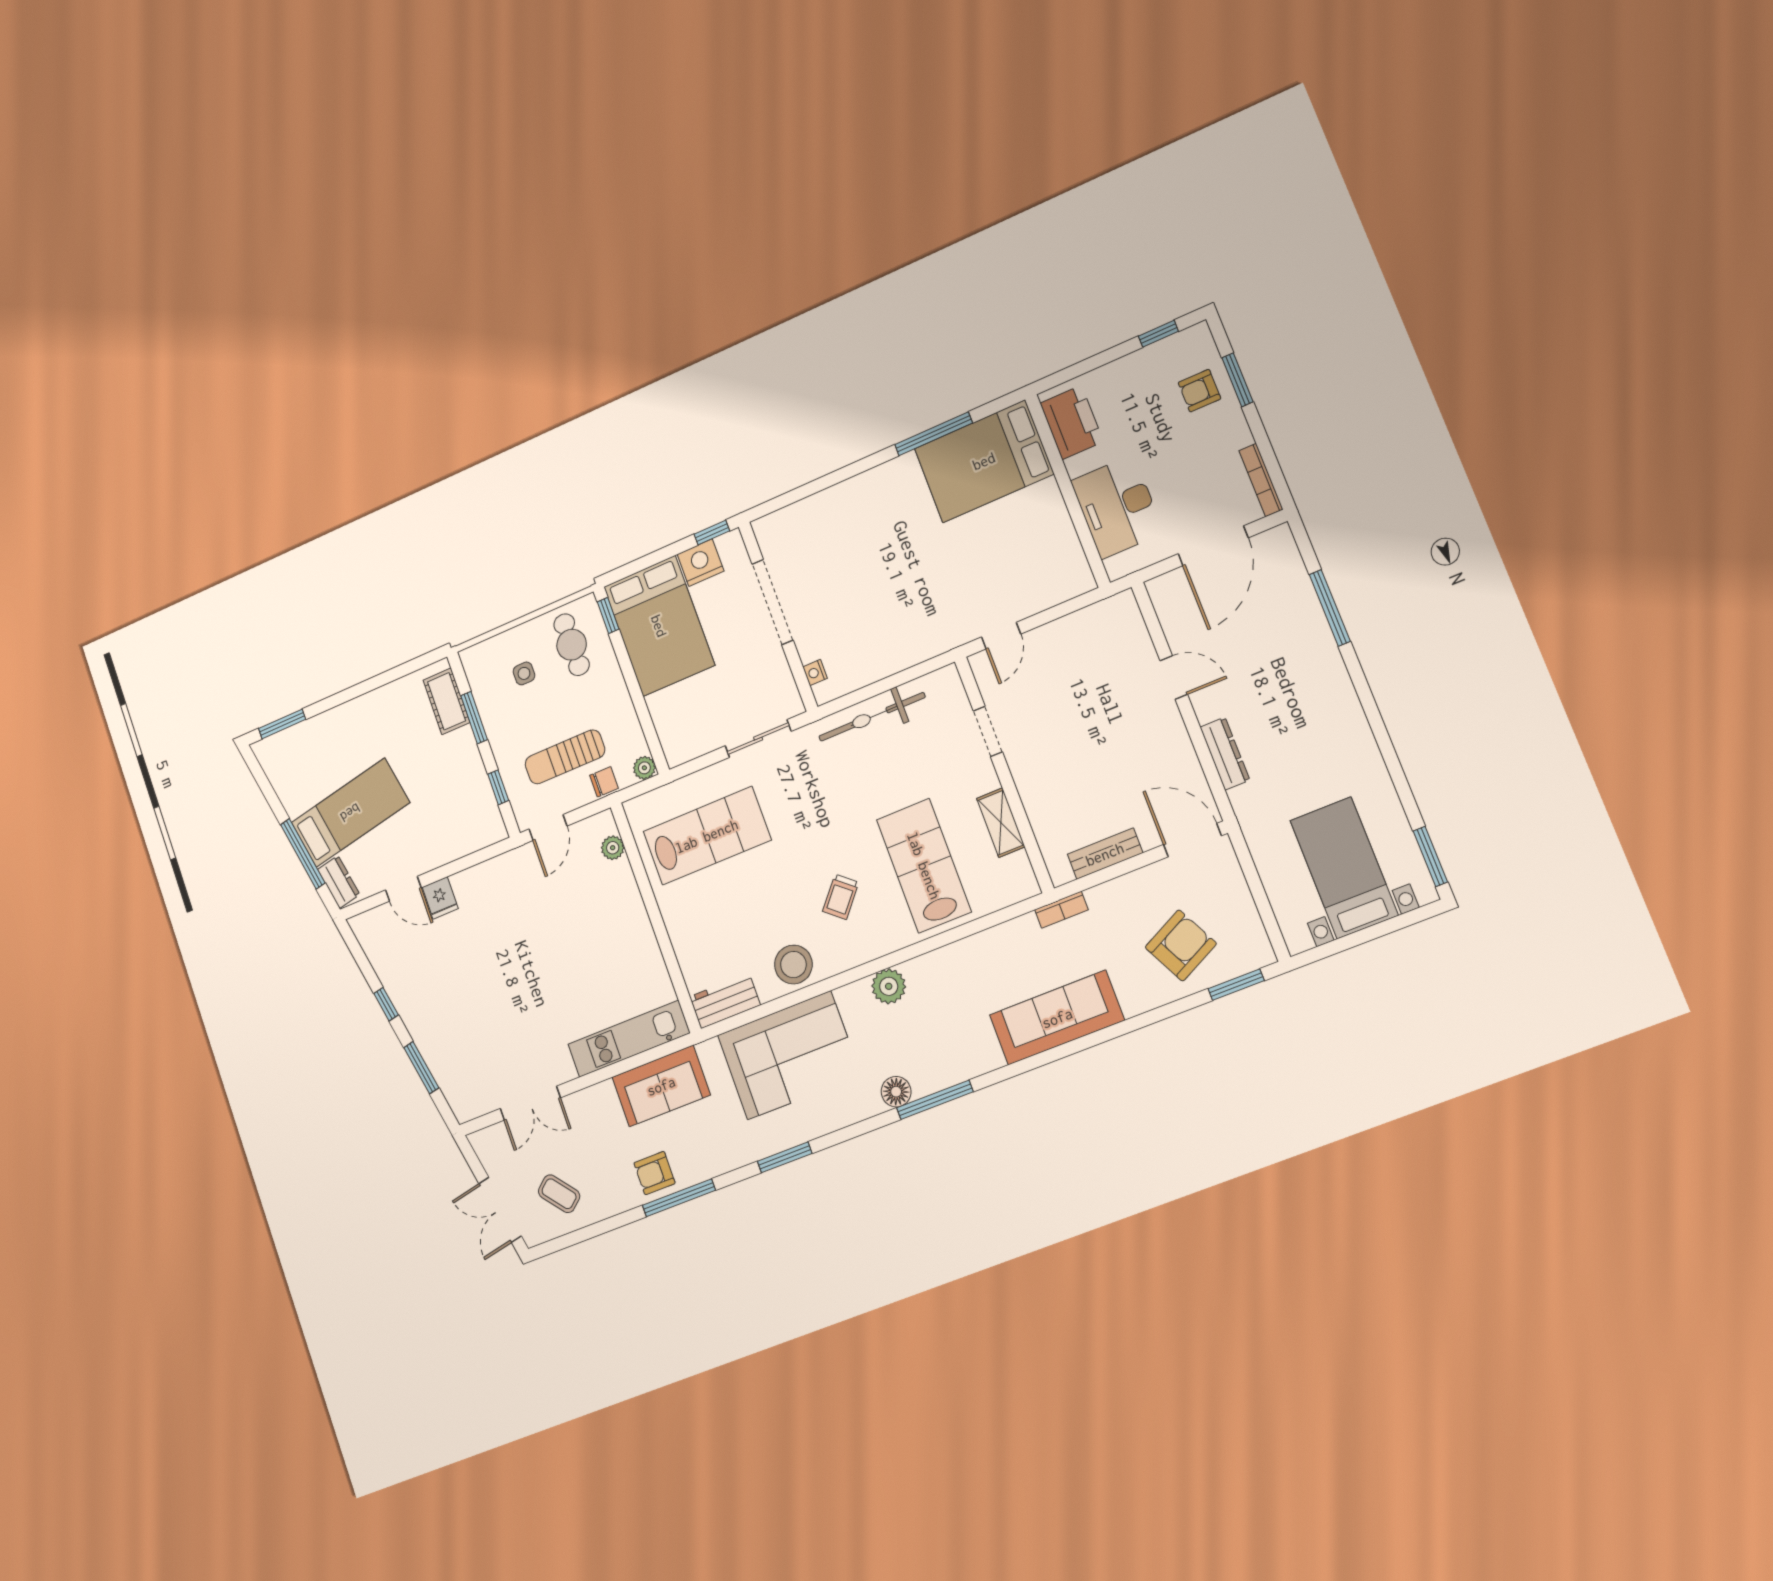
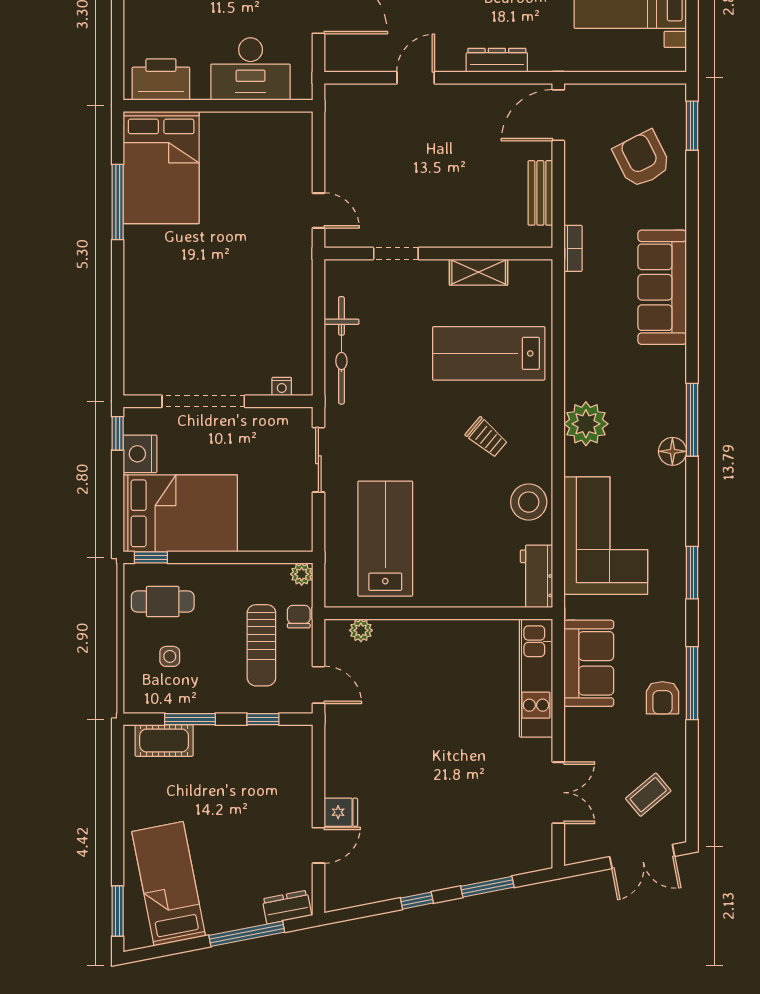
bed: (350, 813) -> (169, 884), moved
plant: (889, 986) -> (586, 424), width x1.36, depth x1.36

